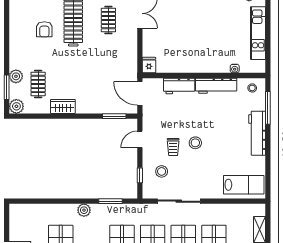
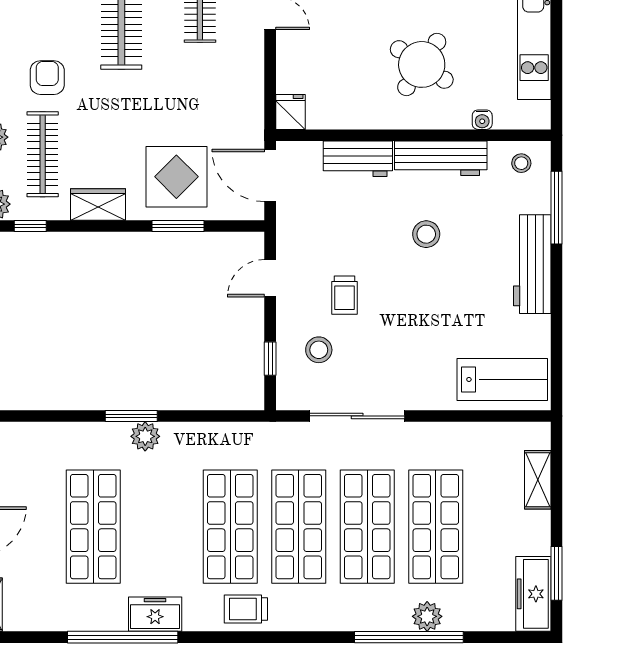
armchair: (44, 29) -> (47, 78), moved, turned 180
round table: (208, 44) -> (422, 64), added
clothes rail: (38, 84) -> (43, 154), width x1.36
display table: (98, 94) -> (176, 177), added
window: (33, 116) -> (30, 226), added
window: (114, 116) -> (178, 226), moved
stool: (195, 143) -> (426, 234), moved
window: (111, 201) -> (131, 416), moved

